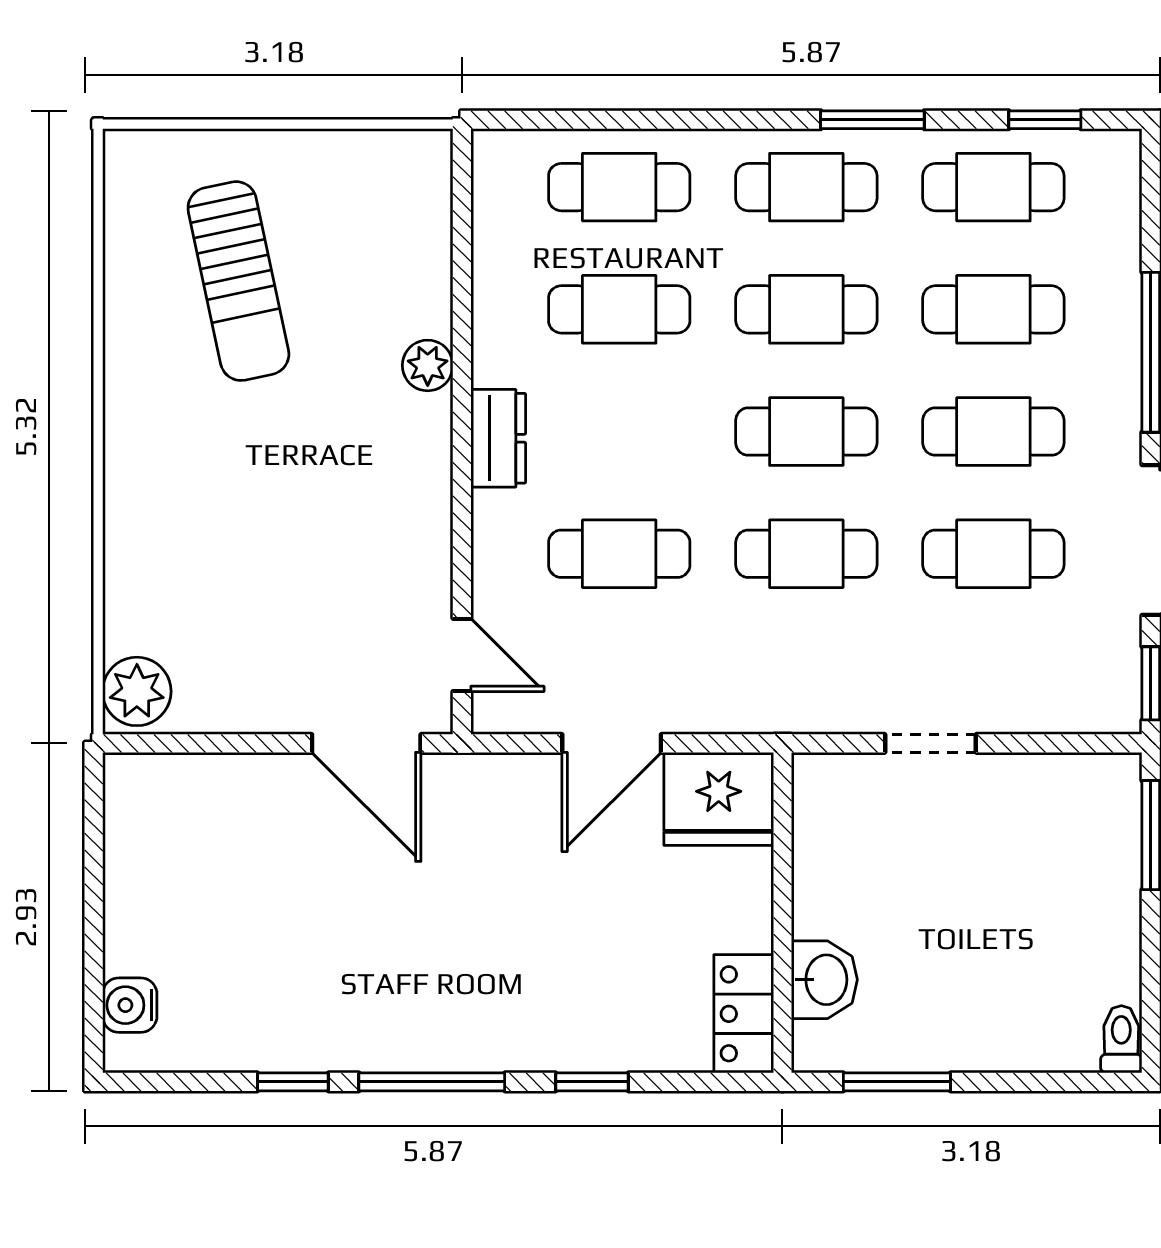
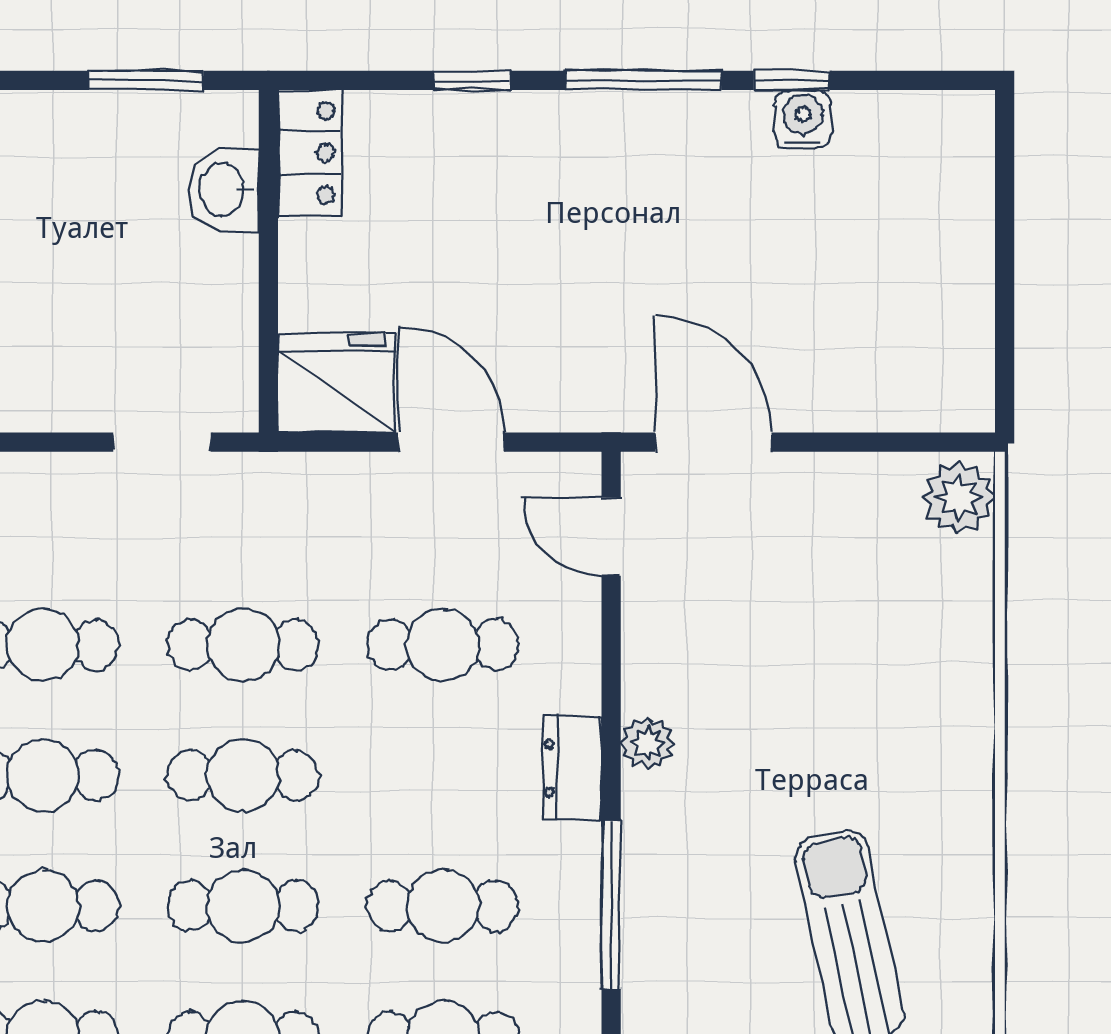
window: (462, 310) -> (611, 905), added
plant: (428, 365) -> (648, 743), moved
door: (612, 743) -> (451, 442), hinge flipped
doorway: (930, 743) -> (162, 442), moved
water cooler: (130, 1005) -> (803, 119), moved, turned -90

